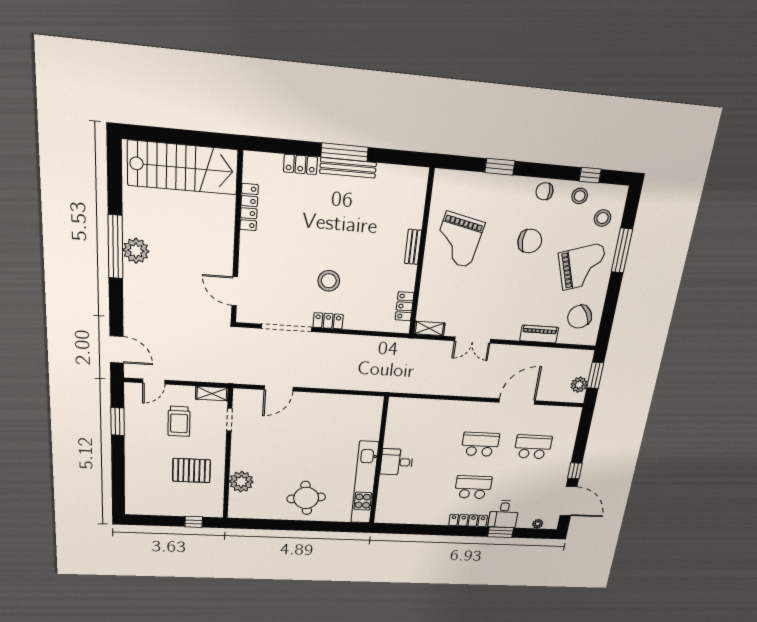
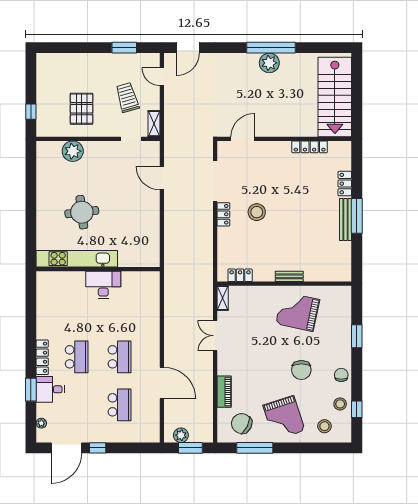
window: (622, 251) -> (255, 448), moved
chair: (580, 317) -> (242, 424), turned -34
trolley: (179, 421) -> (127, 97), turned 74
desk: (397, 462) -> (103, 285), width x1.37
round table: (306, 498) -> (82, 212), moved

